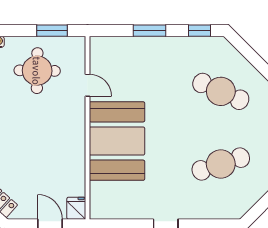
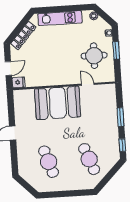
window: (52, 31) -> (116, 50), moved
door: (87, 85) -> (88, 84), swing flipped
cafe table: (221, 91) -> (89, 159), turned -45

